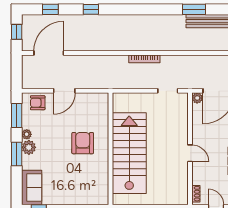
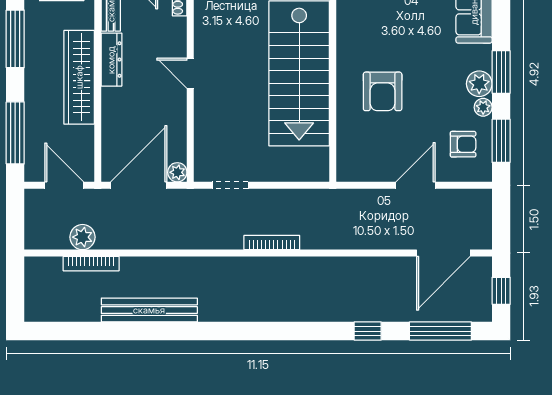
window: (50, 9) -> (440, 331), width x2.17
window: (194, 9) -> (183, 331), removed
armchair: (38, 103) -> (463, 144), moved

